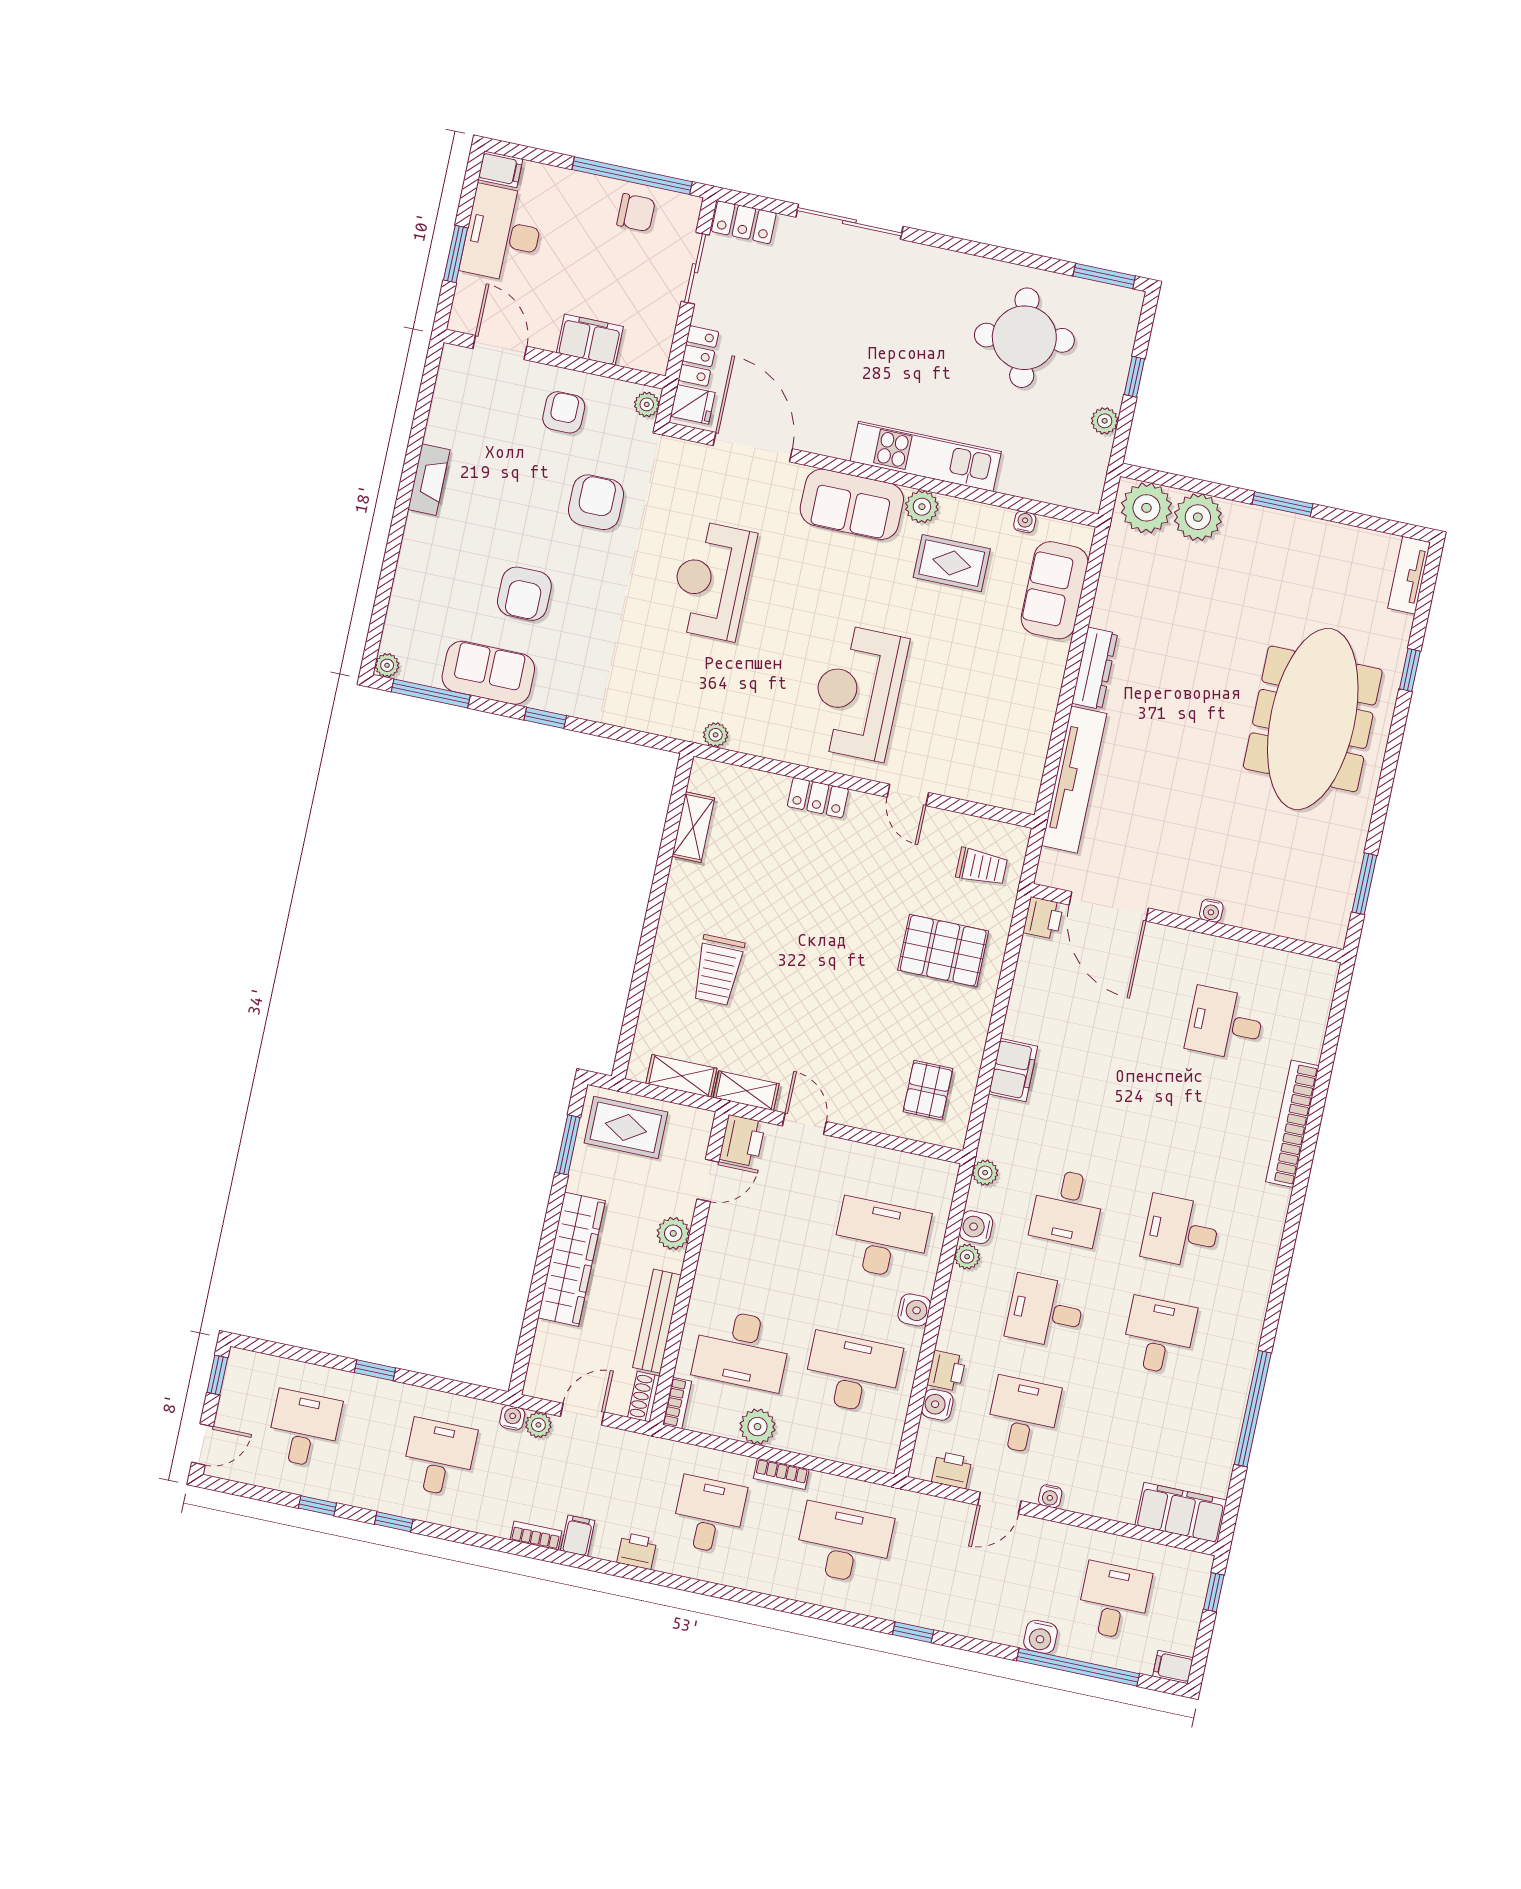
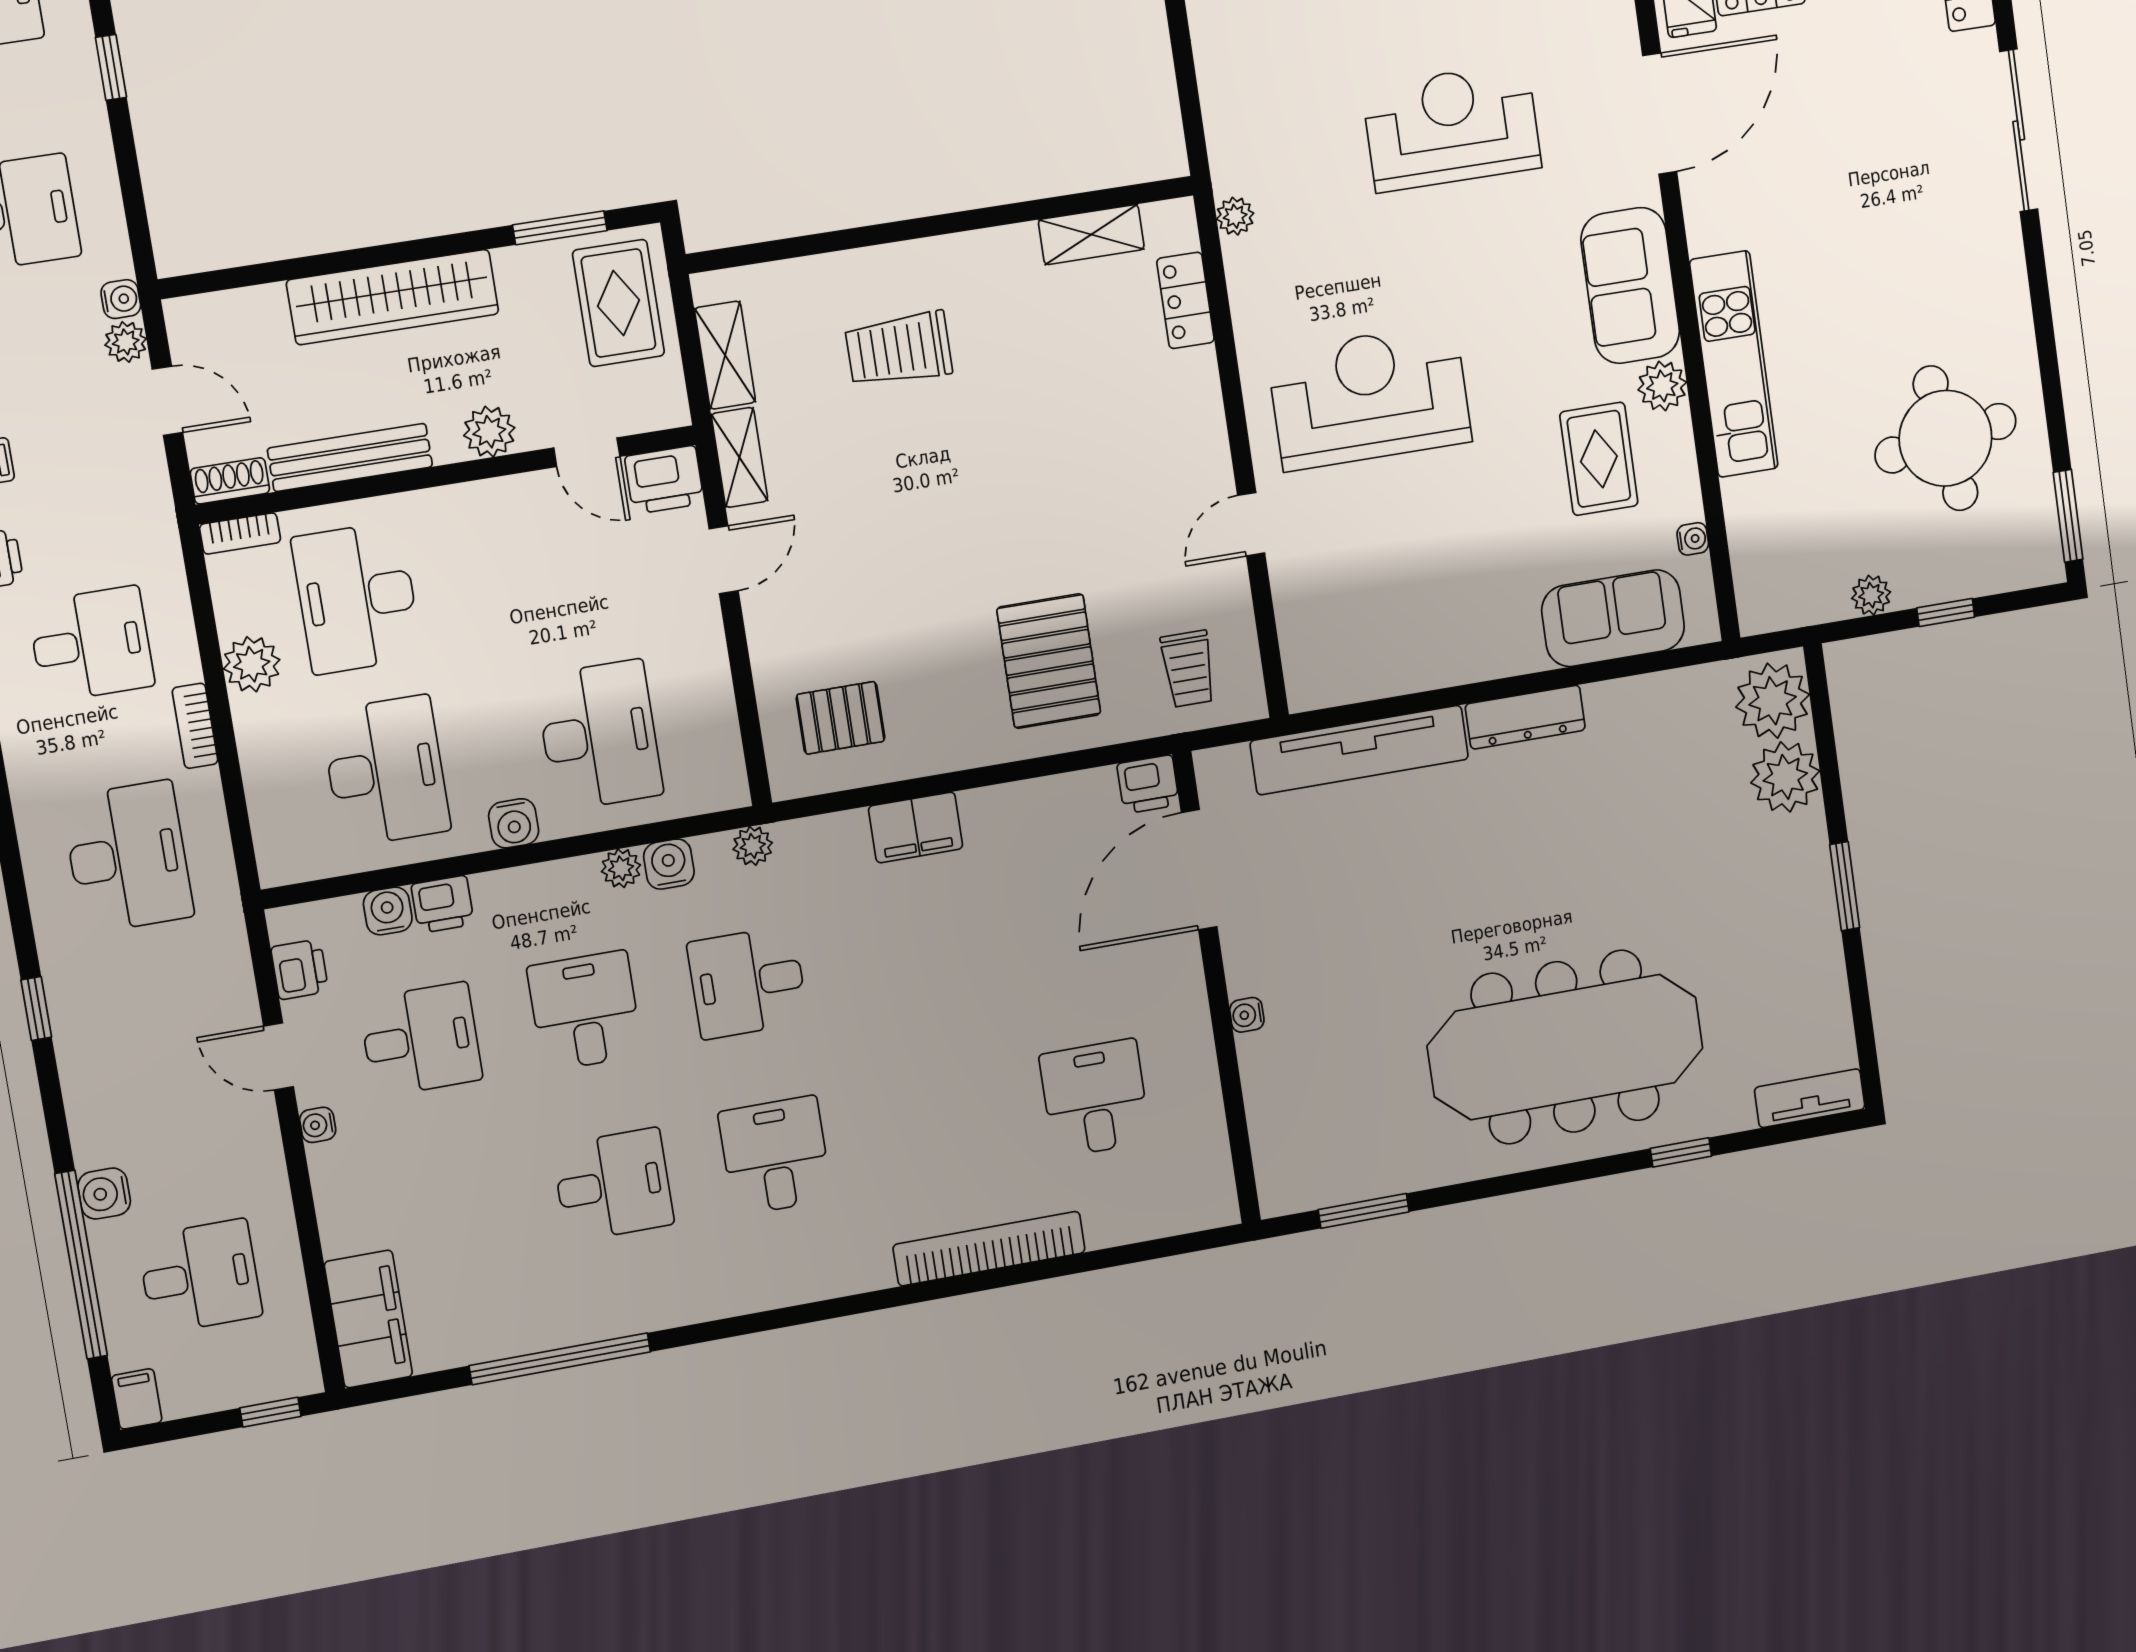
locker: (818, 798) -> (1186, 300), moved

